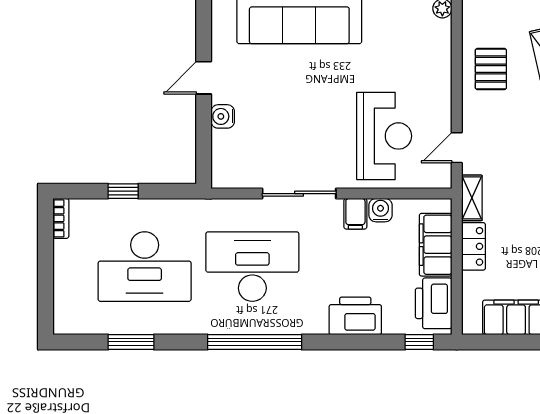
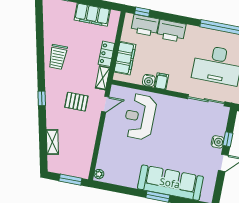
pallet: (491, 69) -> (76, 102), moved, turned 90
window: (204, 126) -> (228, 139), added
sliding door: (299, 194) -> (206, 100), moved
printer: (434, 303) -> (145, 25), moved, turned 90

